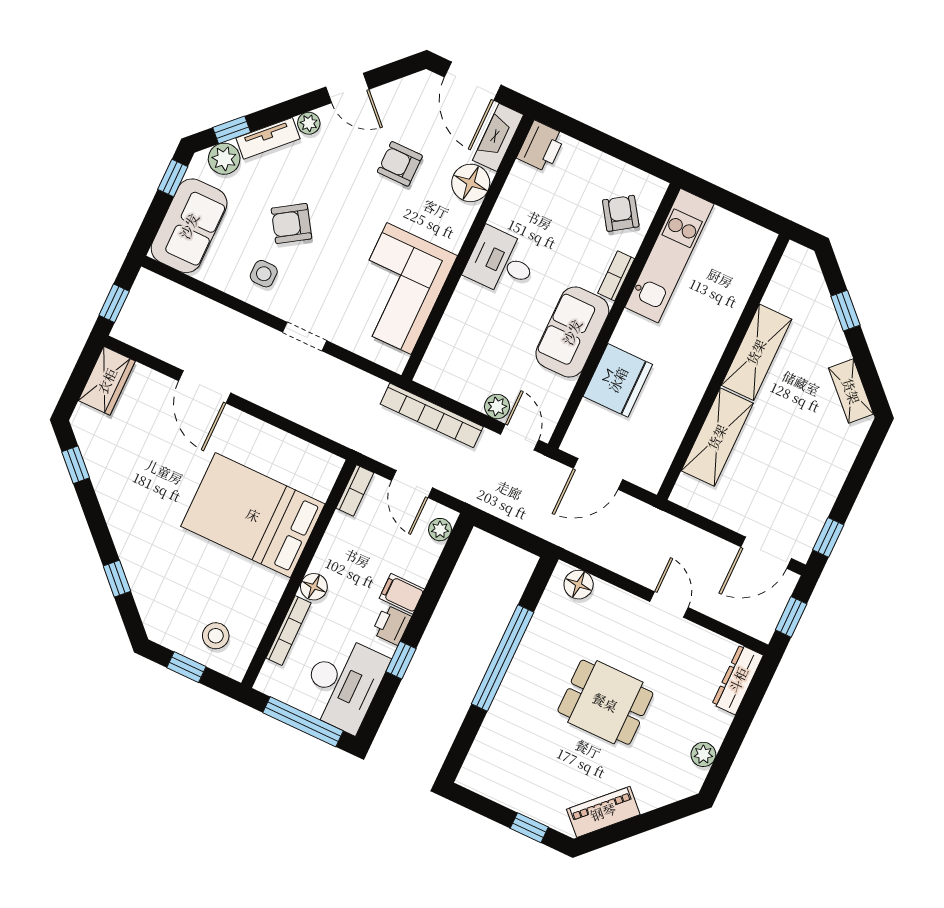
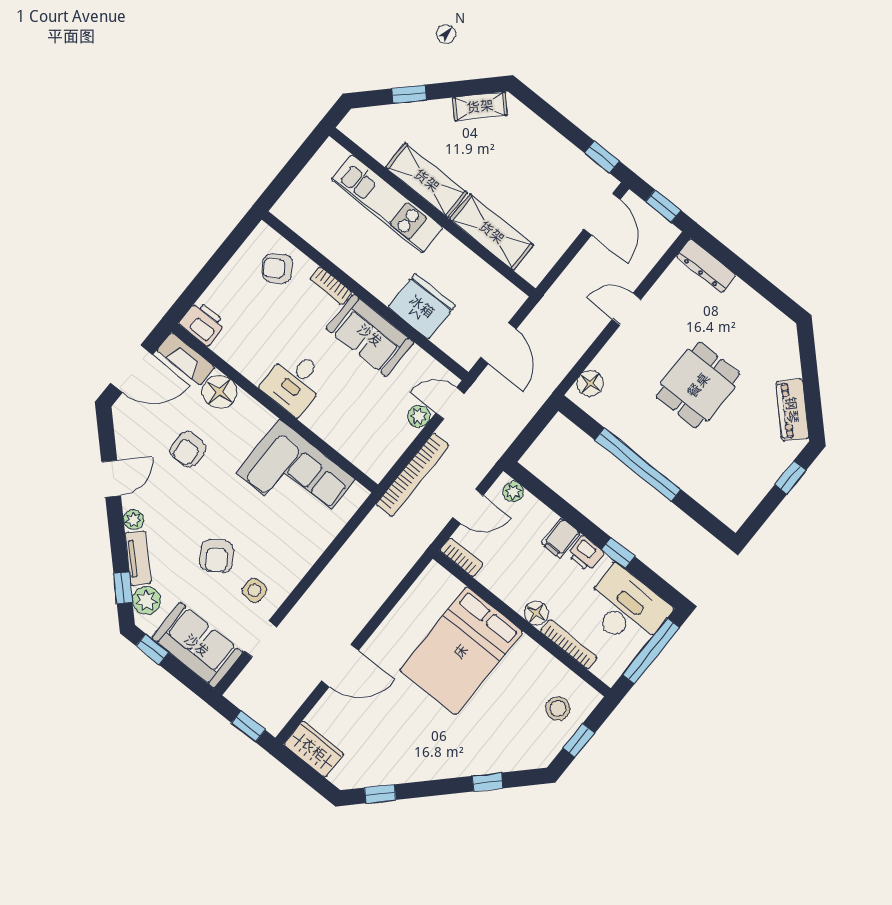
kitchen unit: (669, 256) -> (387, 204), moved, turned 180
doorway: (305, 336) -> (261, 639), moved
plant: (703, 754) -> (764, 311), removed

